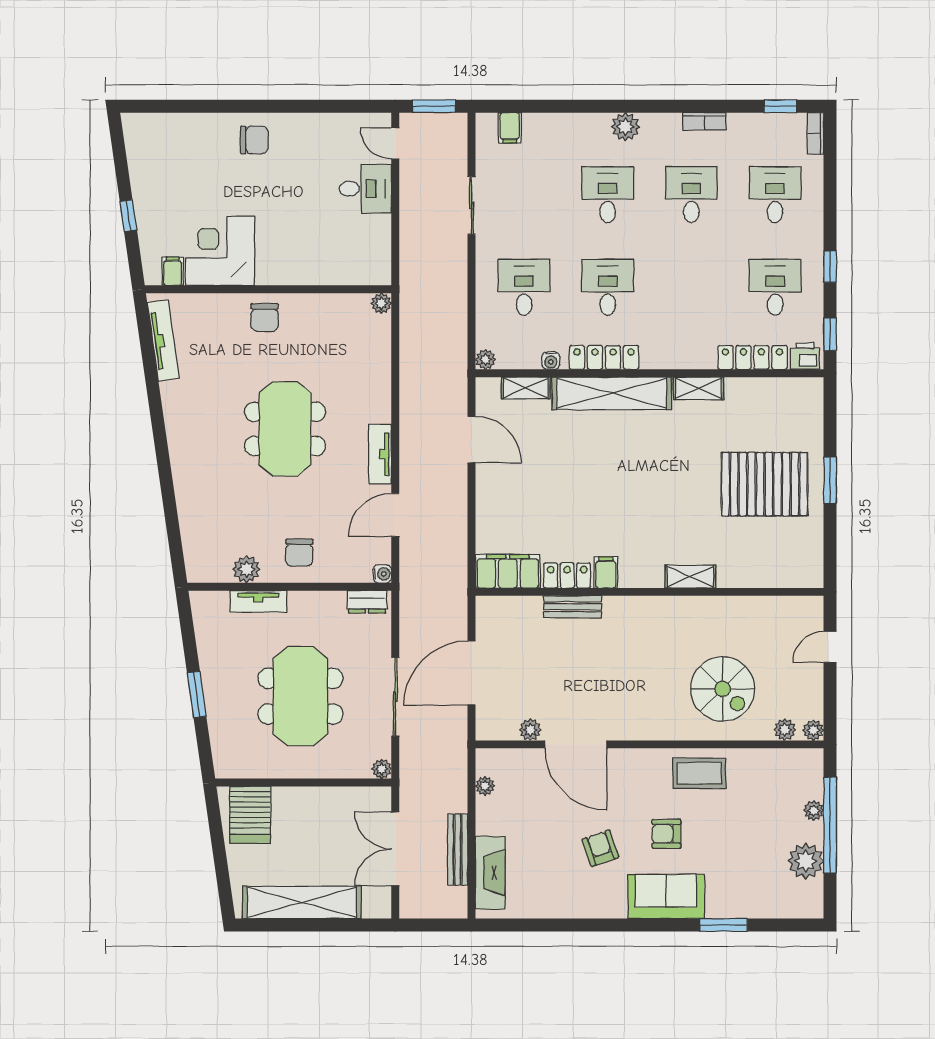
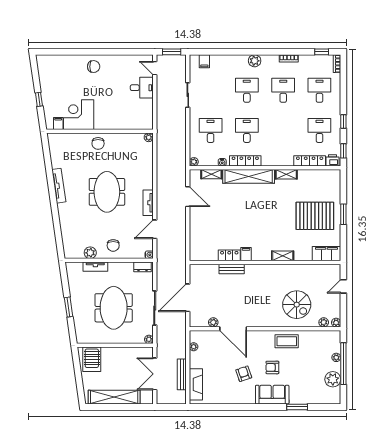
tv unit: (163, 340) -> (59, 186), moved
filing cabinet: (508, 571) -> (326, 254), moved

